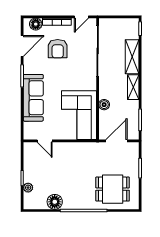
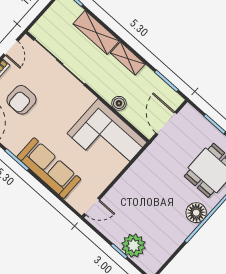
armchair: (58, 49) -> (21, 100), turned 90
door: (45, 141) -> (92, 207), moved
plant: (28, 188) -> (134, 246), width x1.87, depth x1.87
floor lamp: (55, 202) -> (196, 213), moved

